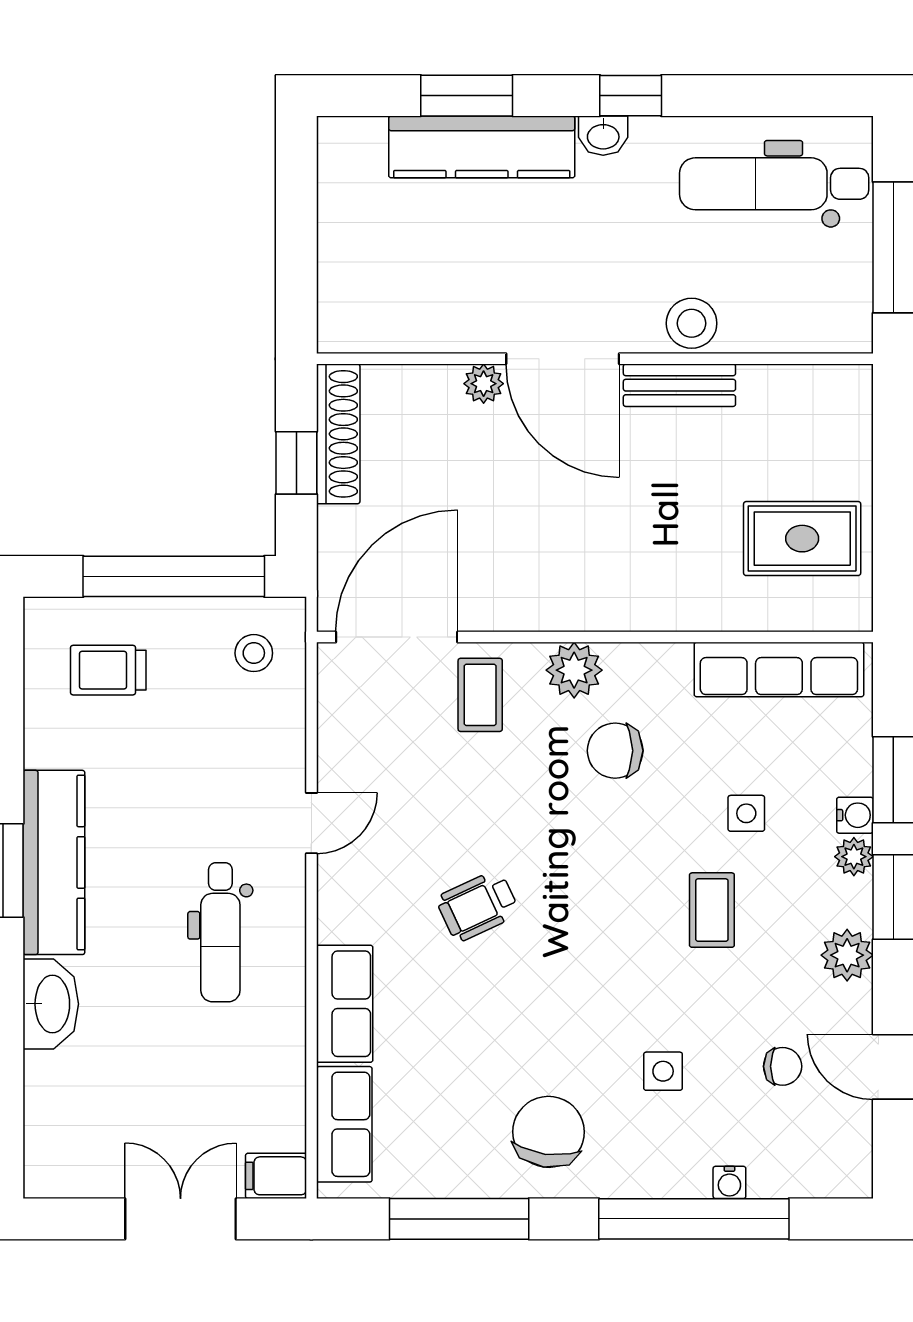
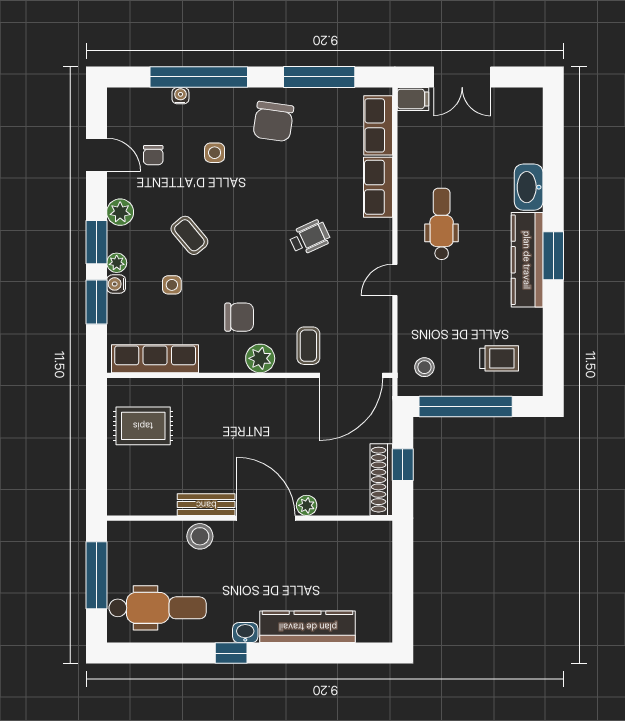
window: (467, 96) -> (315, 653), removed
coffee table: (712, 910) -> (189, 235), turned -40
chair: (783, 1066) -> (153, 155), turned -90

